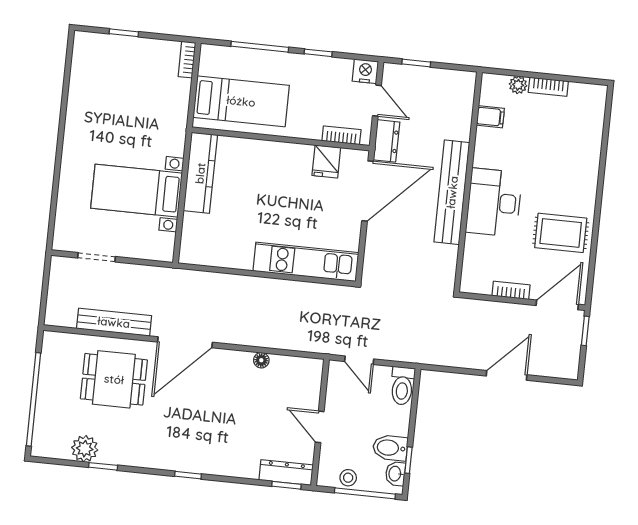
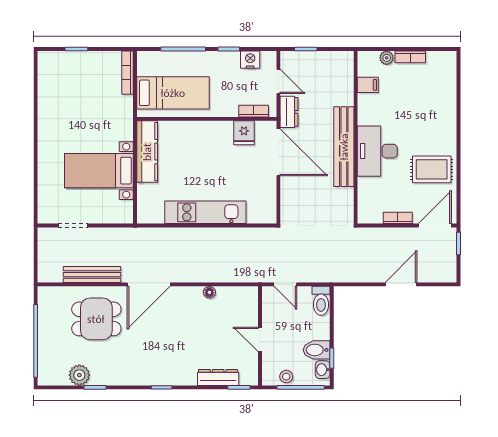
bookcase: (187, 60) -> (128, 73), width x1.56
nightstand: (365, 71) -> (250, 60), moved
door: (368, 191) -> (278, 152), hinge flipped
kitchen unit: (306, 262) -> (205, 212), moved
dresser: (286, 473) -> (218, 378), moved

